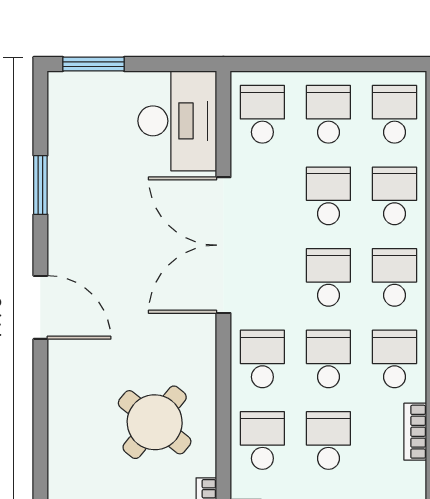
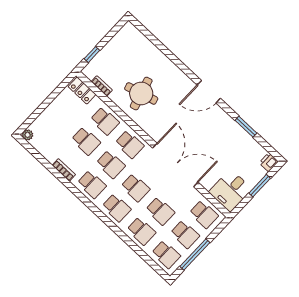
window: (93, 64) -> (260, 186), moved
window: (347, 64) -> (195, 254), added
printer: (65, 87) -> (269, 162), added
desk: (177, 121) -> (230, 190), width x0.73
round table: (155, 422) -> (141, 93), turned 35

